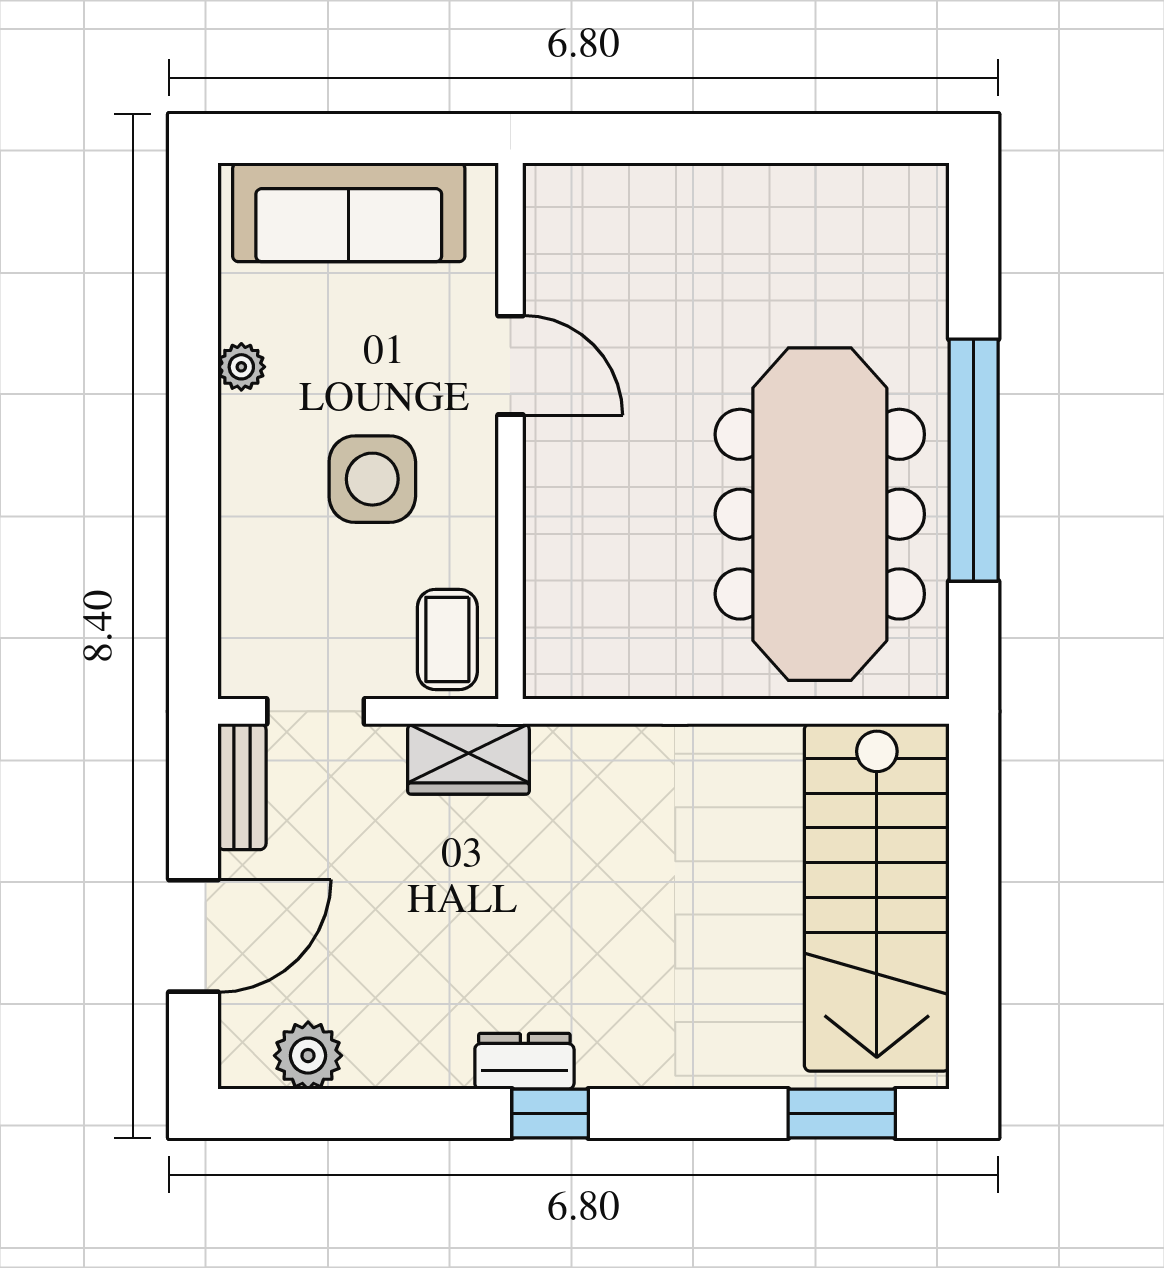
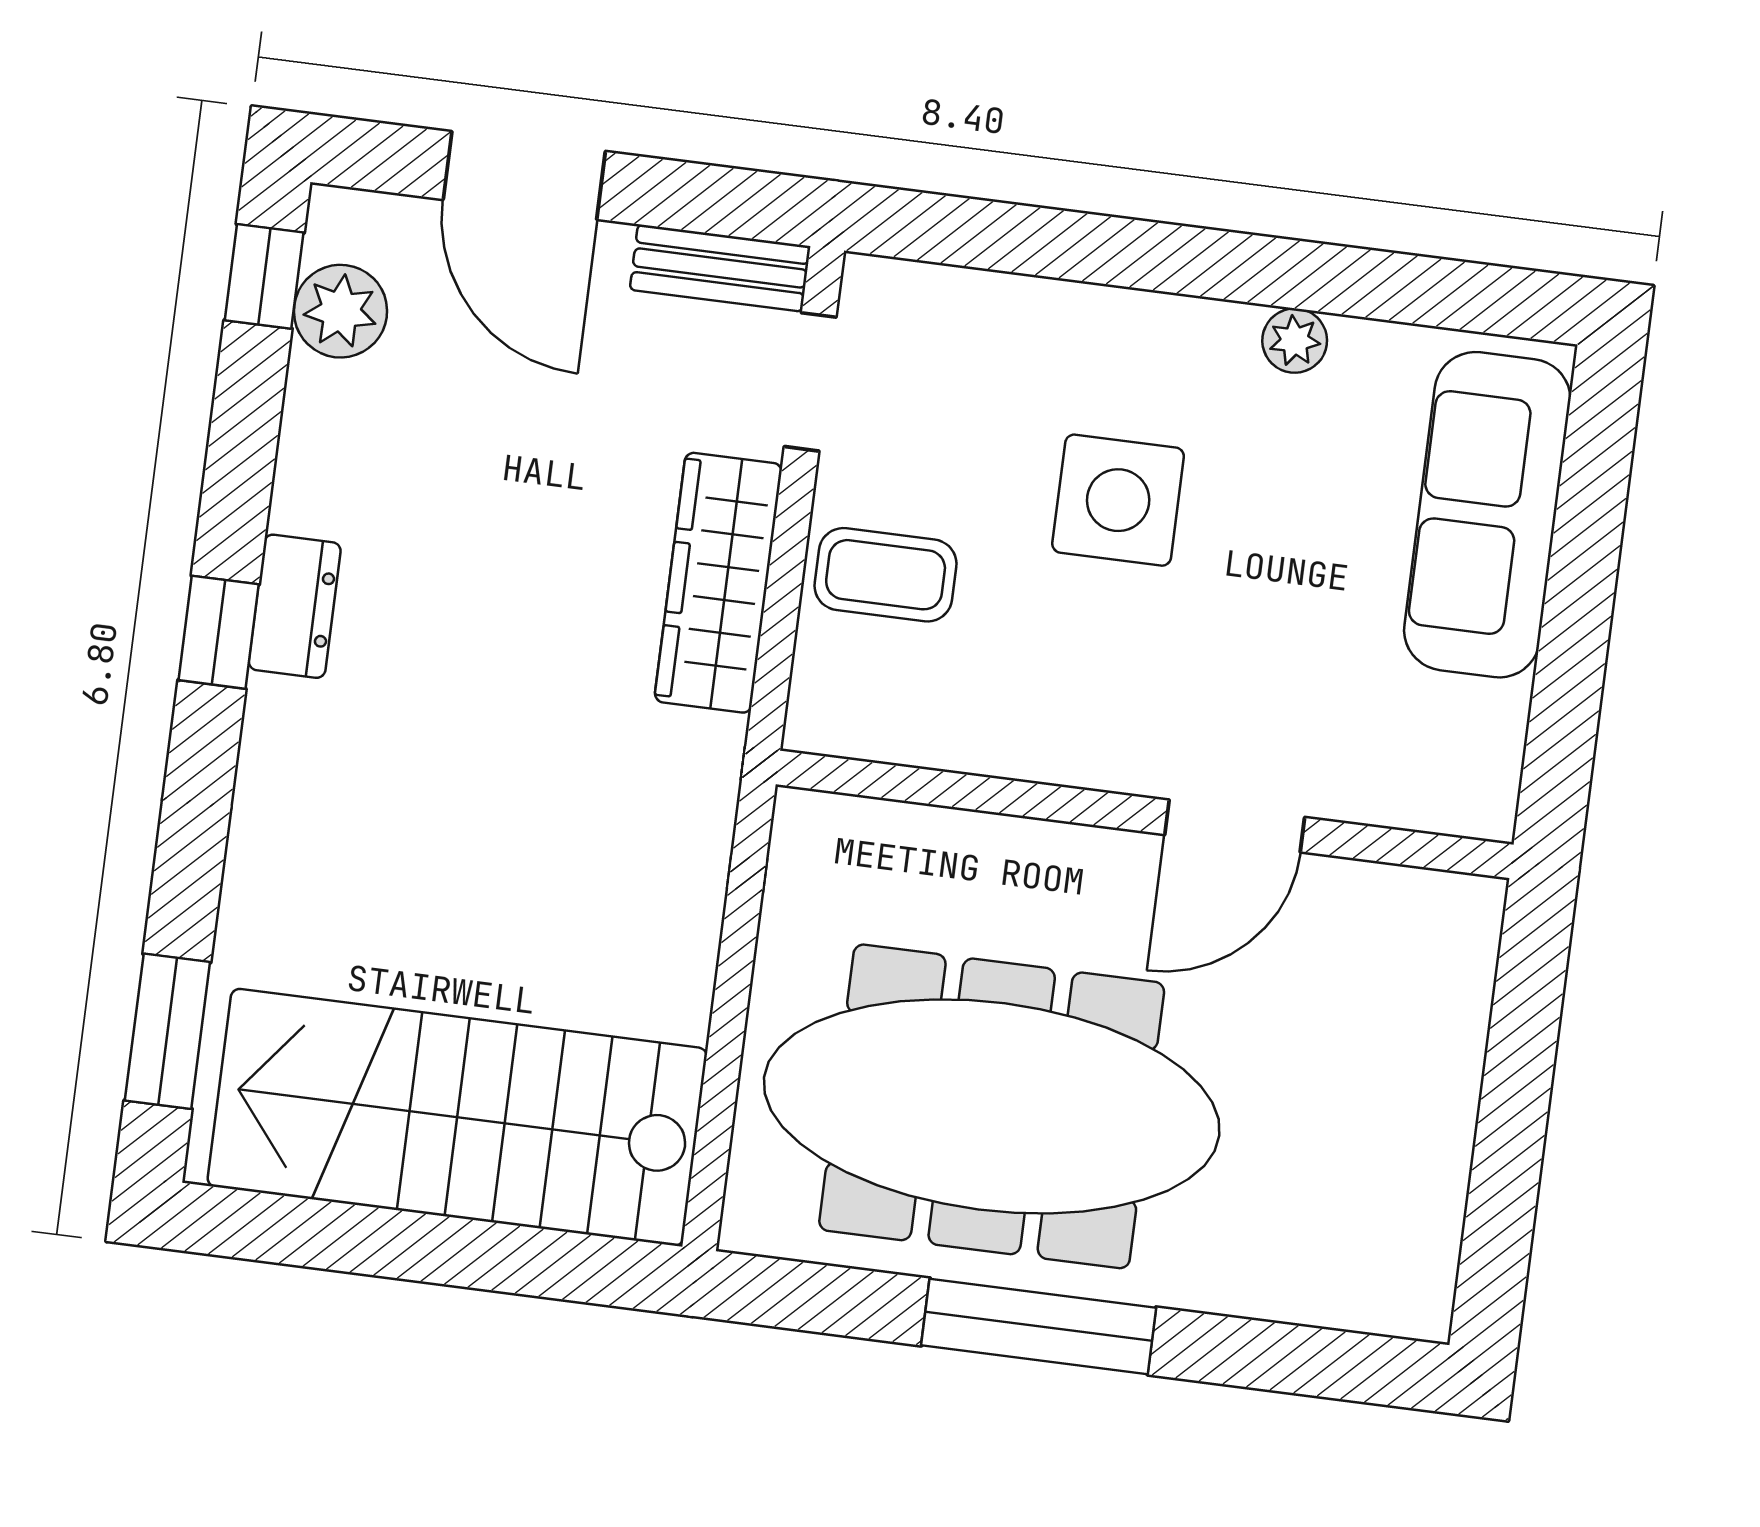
door: (510, 365) -> (1235, 826), moved
wall: (510, 431) -> (1145, 814), moved
window: (974, 460) -> (1039, 1326), width x0.68
wardrobe: (468, 759) -> (718, 583), width x1.50
window: (290, 1114) -> (264, 276), added

